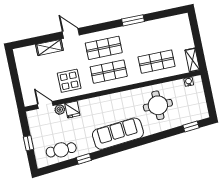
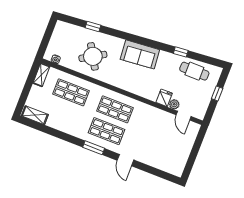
window: (133, 20) -> (94, 148), moved
shelving: (49, 47) -> (35, 115), moved
display table: (69, 81) -> (152, 123), removed
round table: (158, 105) -> (93, 56), turned -31
window: (191, 127) -> (93, 26), moved
sofa: (118, 134) -> (140, 54), width x0.73

